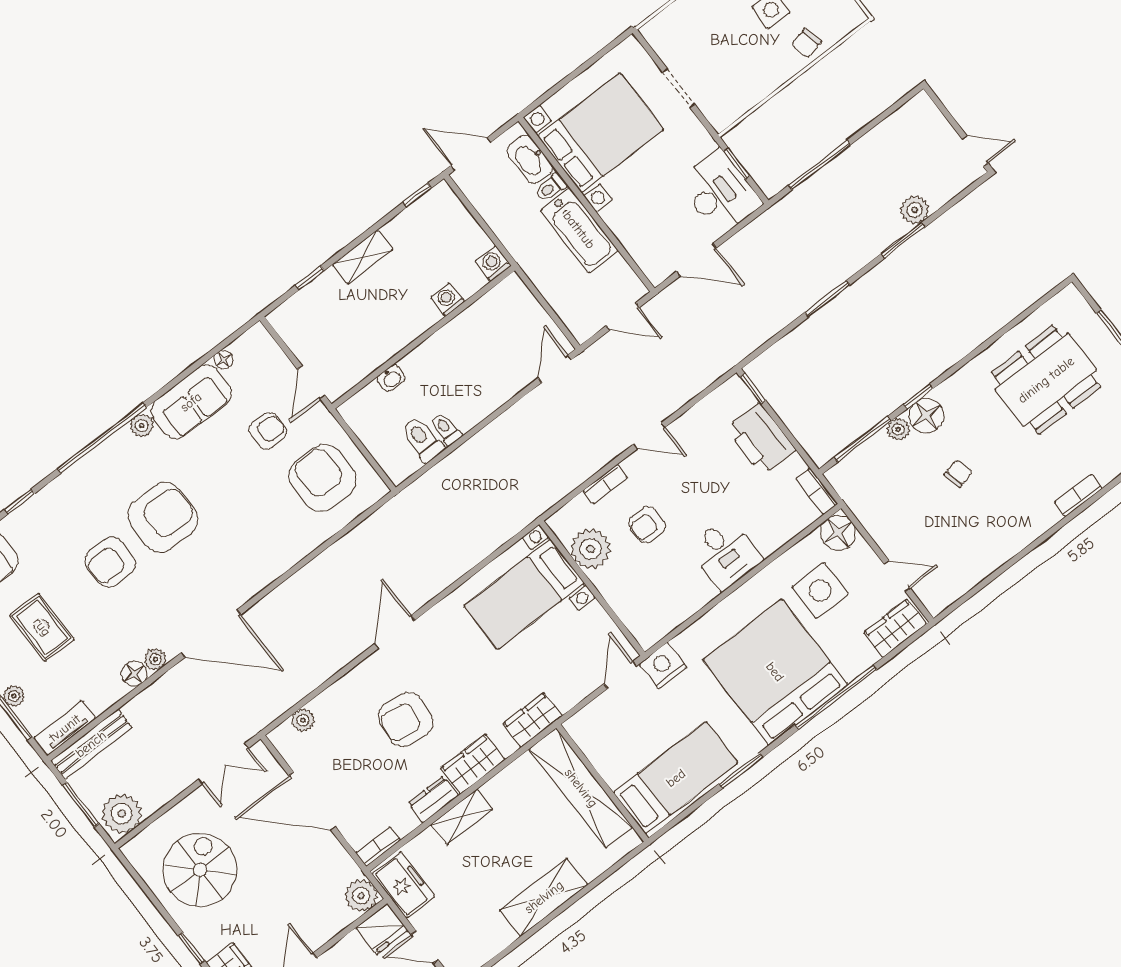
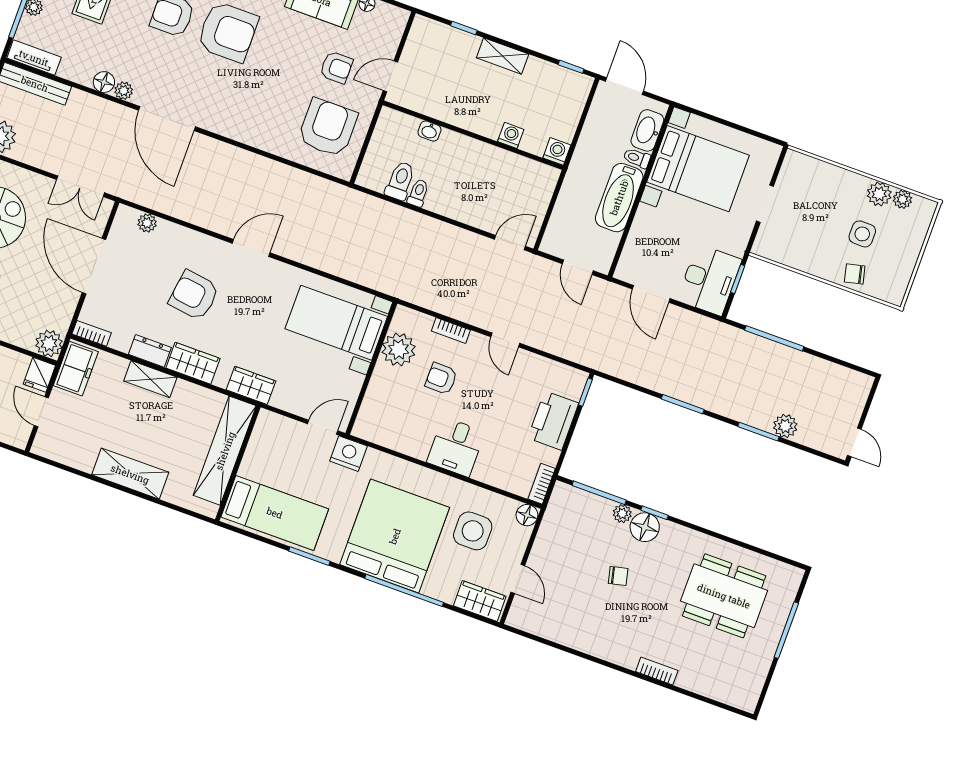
floor lamp: (838, 533) -> (527, 515), width x0.73, depth x0.73
fridge: (382, 929) -> (39, 375), width x0.72

